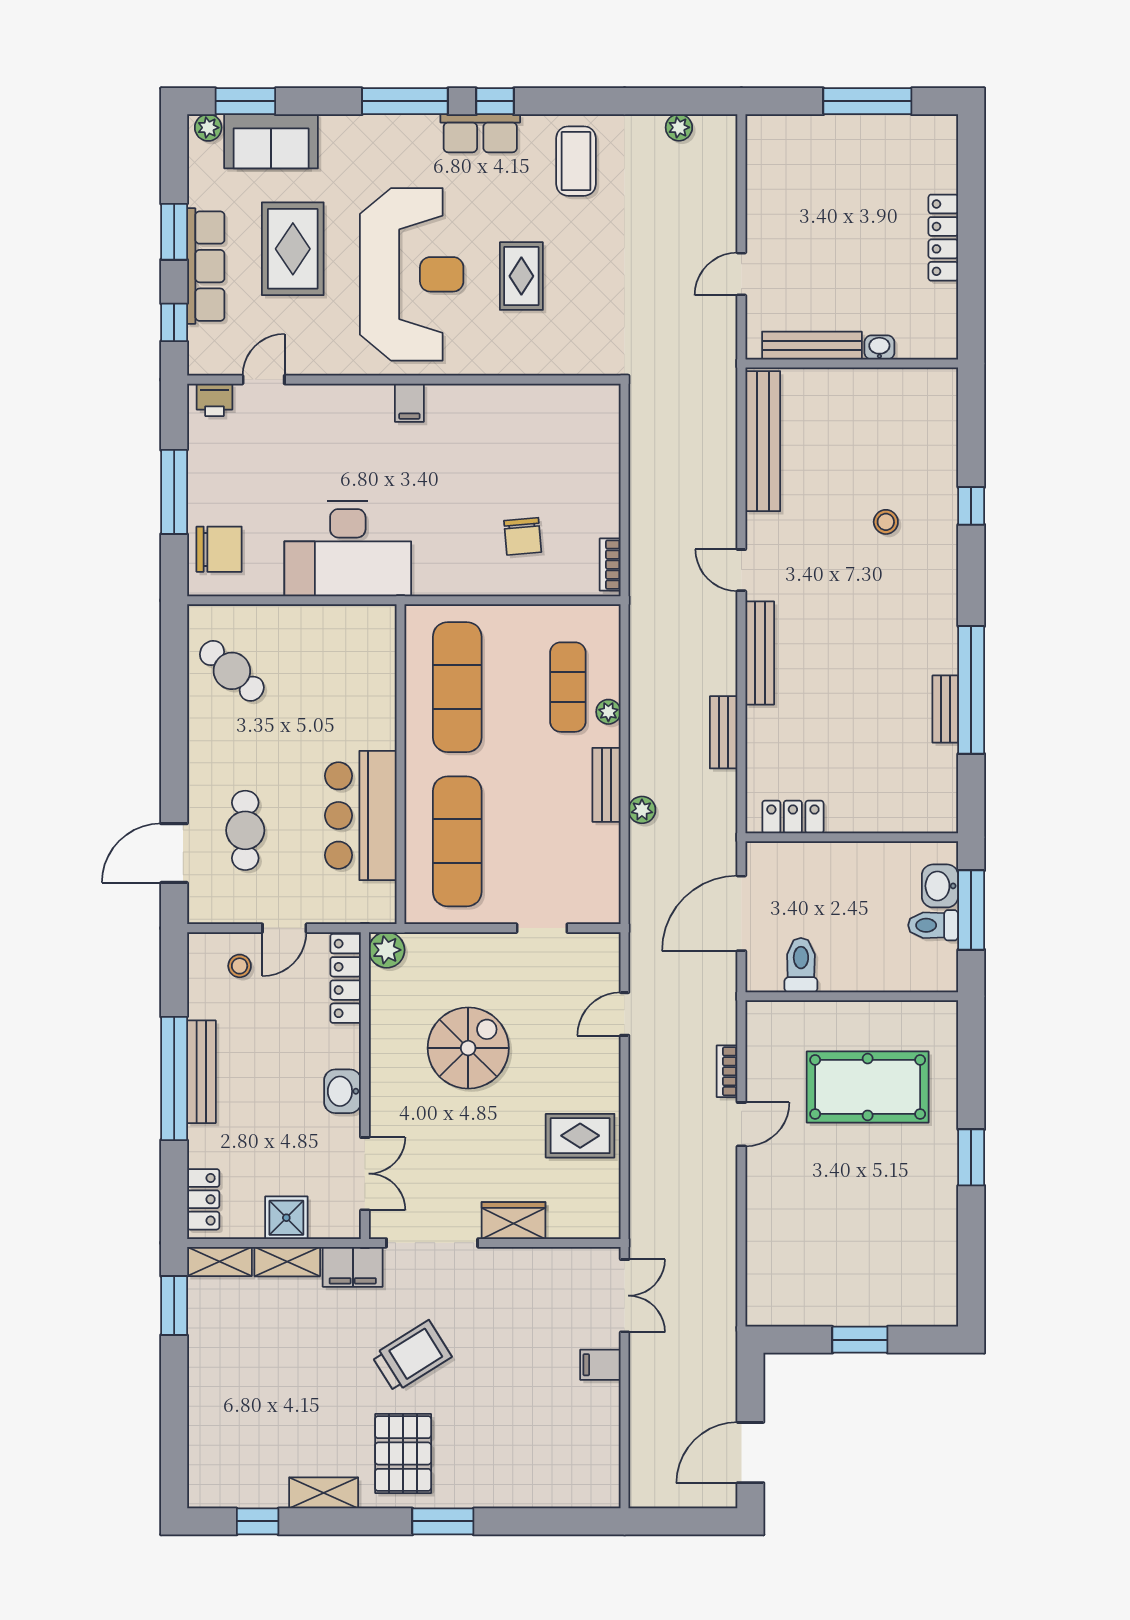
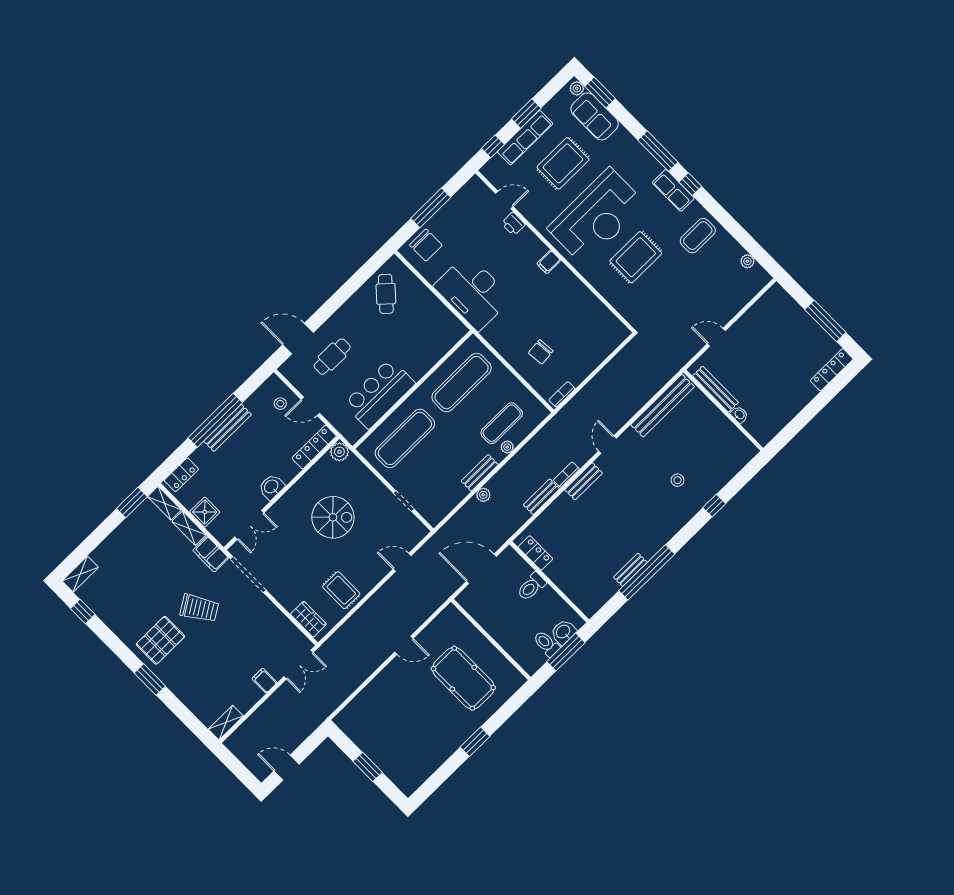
locker: (943, 238) -> (832, 370), moved
rug: (521, 276) -> (636, 257), width x1.36, depth x1.43
printer: (214, 400) -> (513, 224), moved
bench: (760, 653) -> (584, 481), width x0.73
toilet: (801, 965) -> (531, 587), moved, turned 180
bookcase: (727, 1071) -> (566, 475), moved
wardrobe: (514, 1221) -> (308, 619), moved
door: (750, 1453) -> (287, 768), width x0.73
shelving: (606, 1475) -> (226, 723), added
shelving: (324, 1493) -> (80, 574), moved, turned 90

